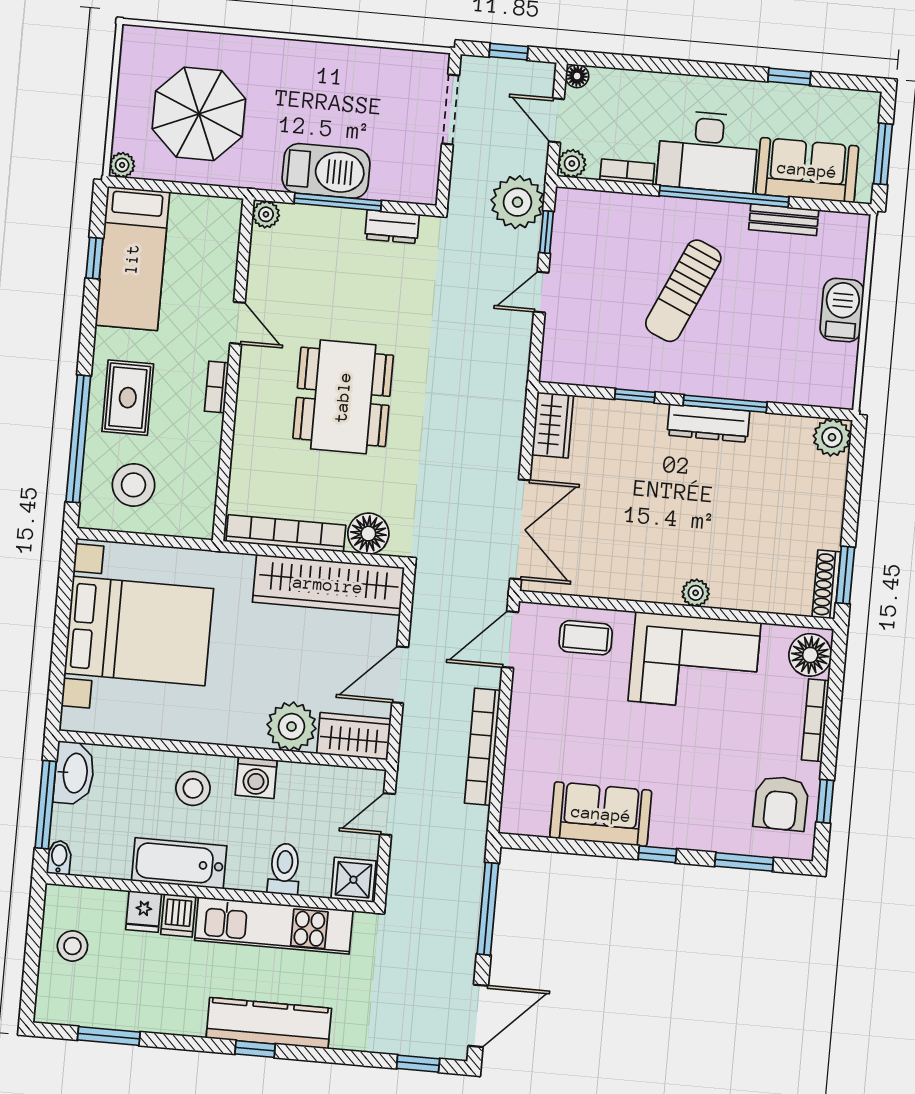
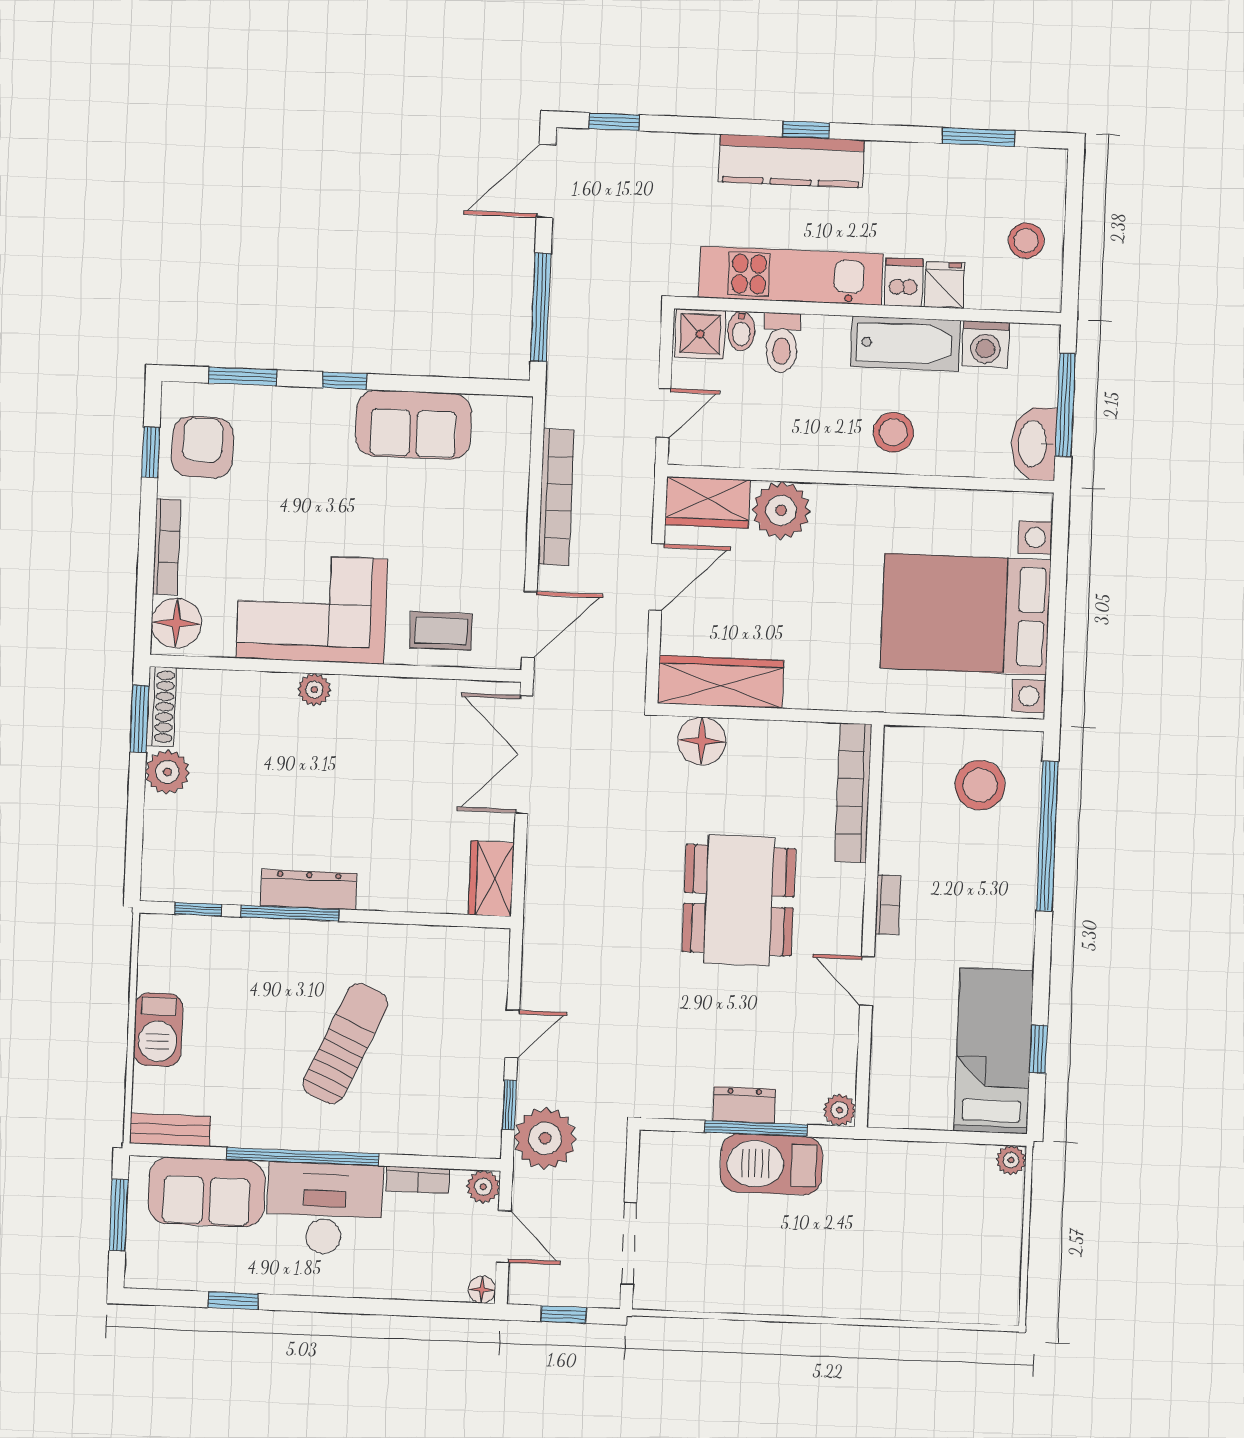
parasol: (199, 114) -> (924, 1224), removed
bench: (784, 220) -> (170, 1130), moved
dresser: (392, 227) -> (744, 1105), moved
window: (635, 396) -> (198, 909), moved
rug: (128, 398) -> (992, 887), removed
plant: (832, 437) -> (167, 772), moved
bookcase: (286, 533) -> (853, 793), moved, turned 90
wardrobe: (328, 585) -> (721, 682), width x0.71, depth x0.85
washing machine: (256, 778) -> (986, 344), moved, turned 180
bidet: (59, 858) -> (741, 331), moved

